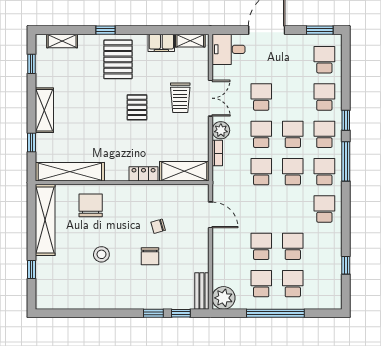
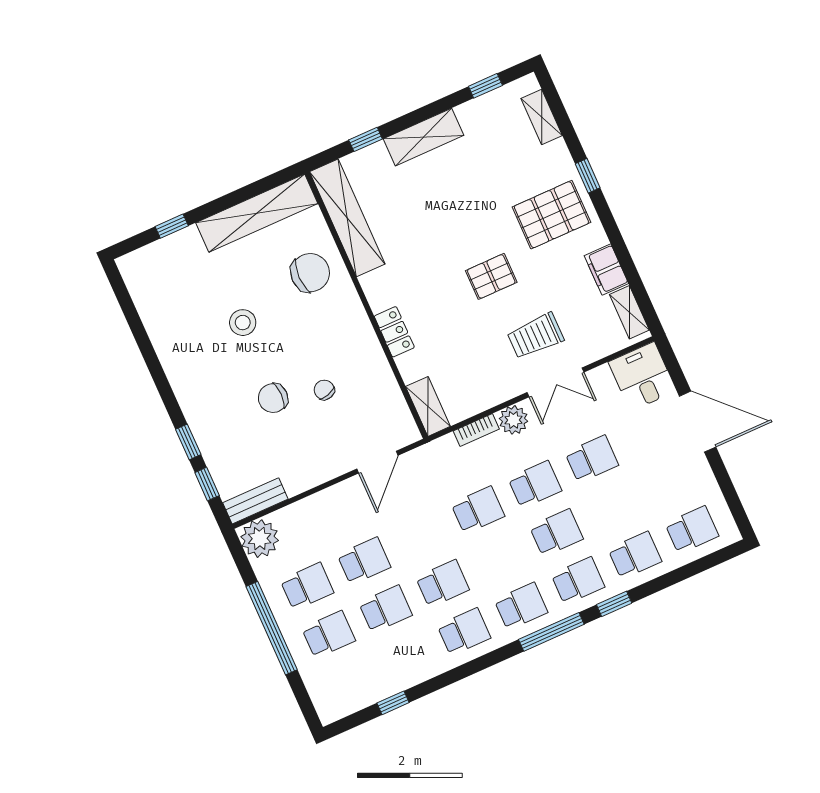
window: (320, 30) -> (734, 503), removed
shelving: (184, 171) -> (428, 406), width x0.67, depth x0.75
school desk: (293, 172) -> (442, 584), moved

